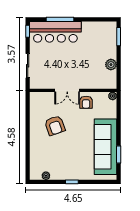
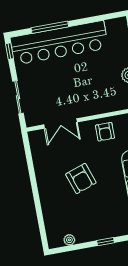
bar counter: (55, 32) -> (59, 43), width x1.36
double door: (67, 90) -> (61, 123), moved
armchair: (55, 125) -> (81, 178), moved

